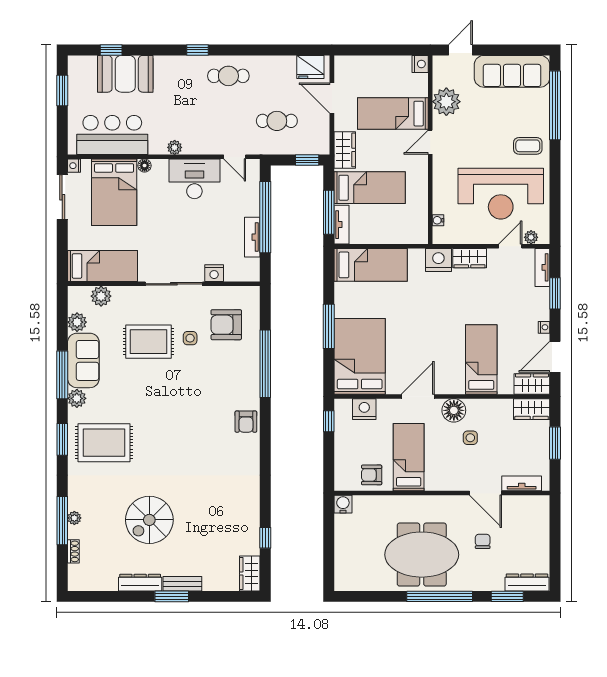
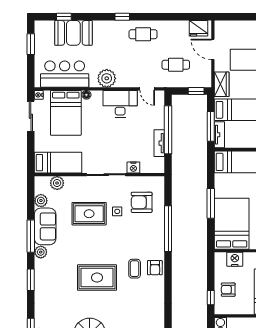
plant: (175, 147) -> (107, 78), width x1.87, depth x1.87
window: (329, 421) -> (211, 298), moved
coffee table: (216, 423) -> (135, 269), added
rug: (104, 443) -> (97, 278), moved
armchair: (372, 475) -> (228, 290), moved

